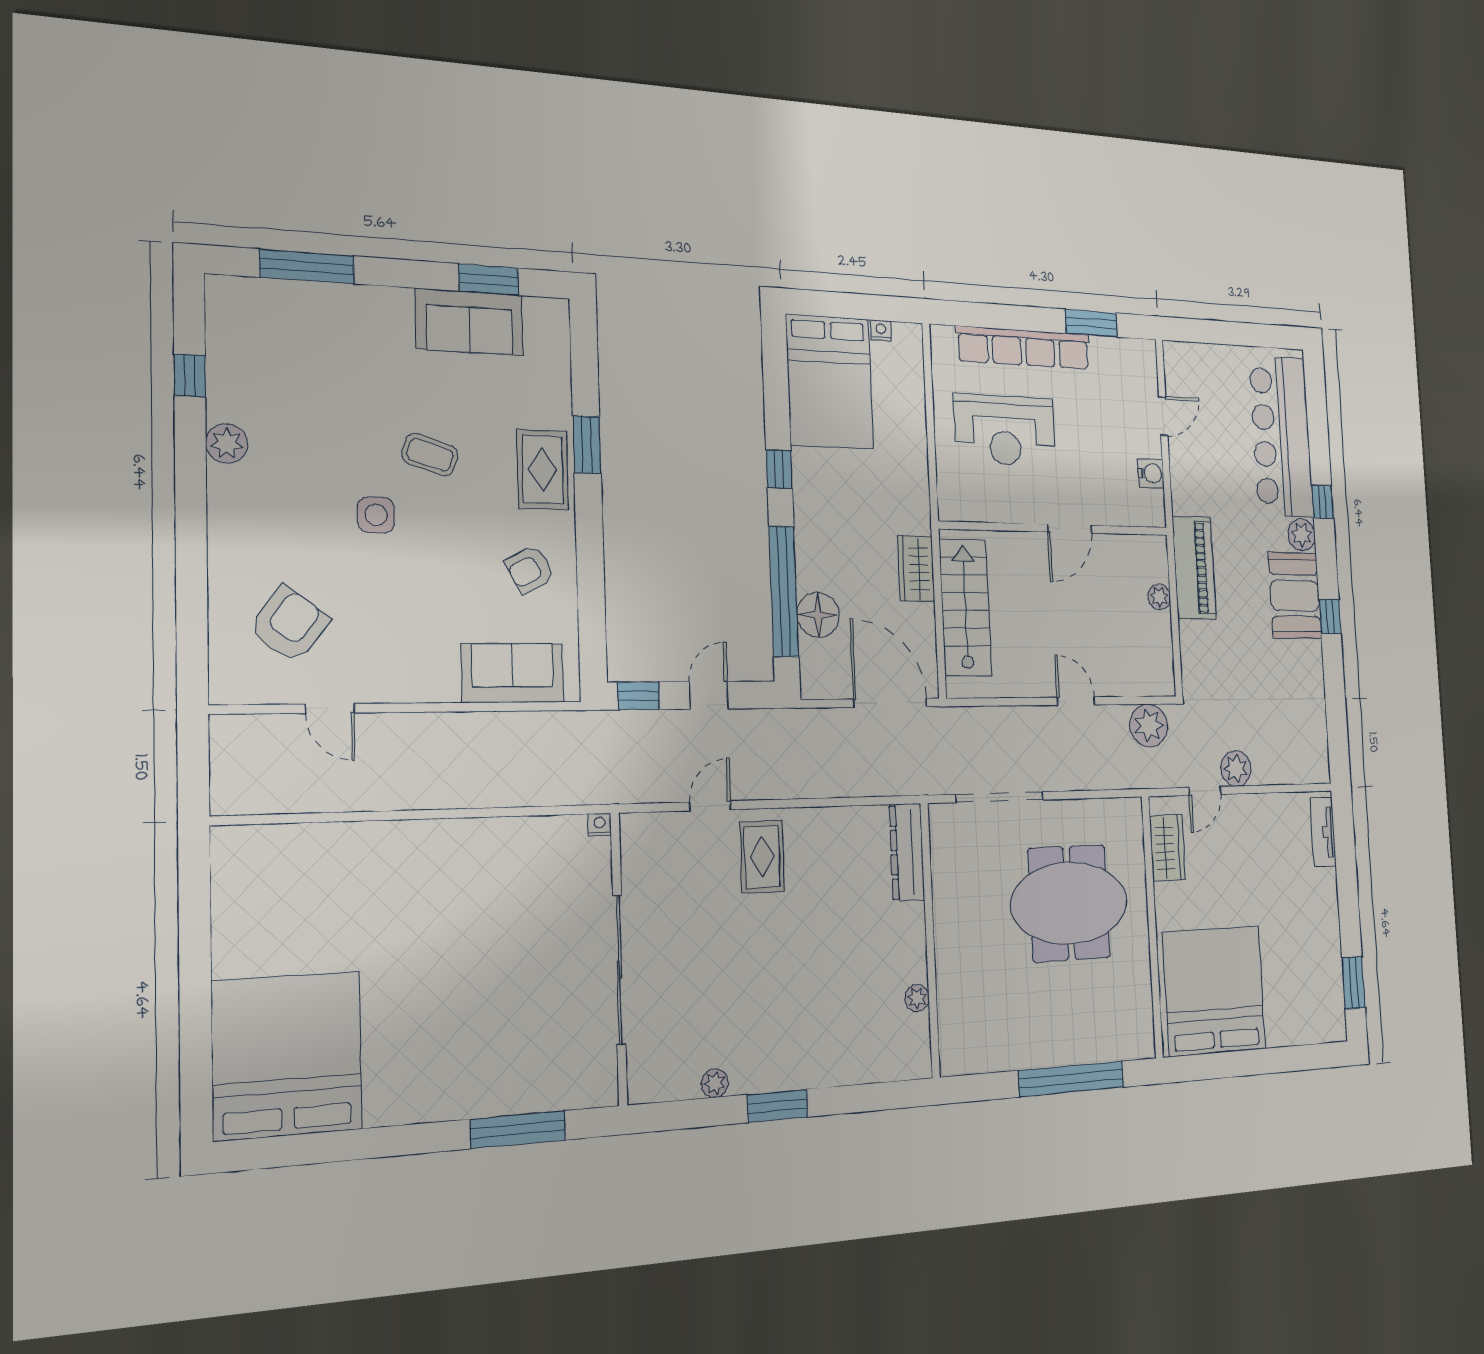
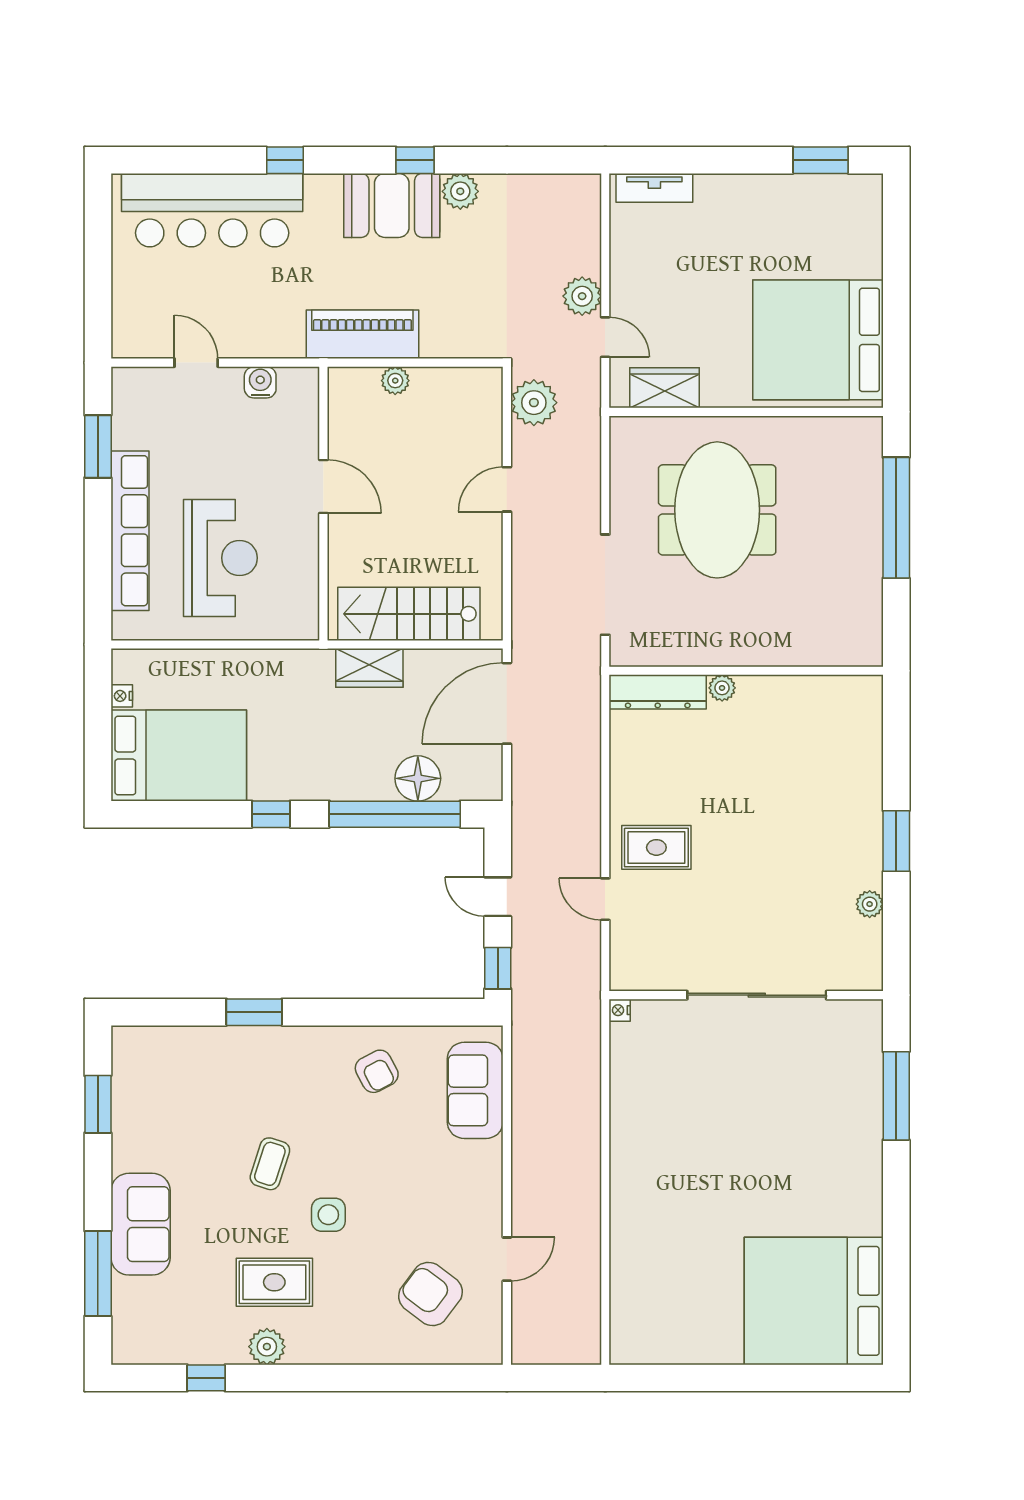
sofa: (469, 322) -> (141, 1224), moved
rug: (543, 470) -> (274, 1282), moved
plant: (1302, 535) -> (460, 191), moved
plant: (917, 998) -> (722, 688), moved

